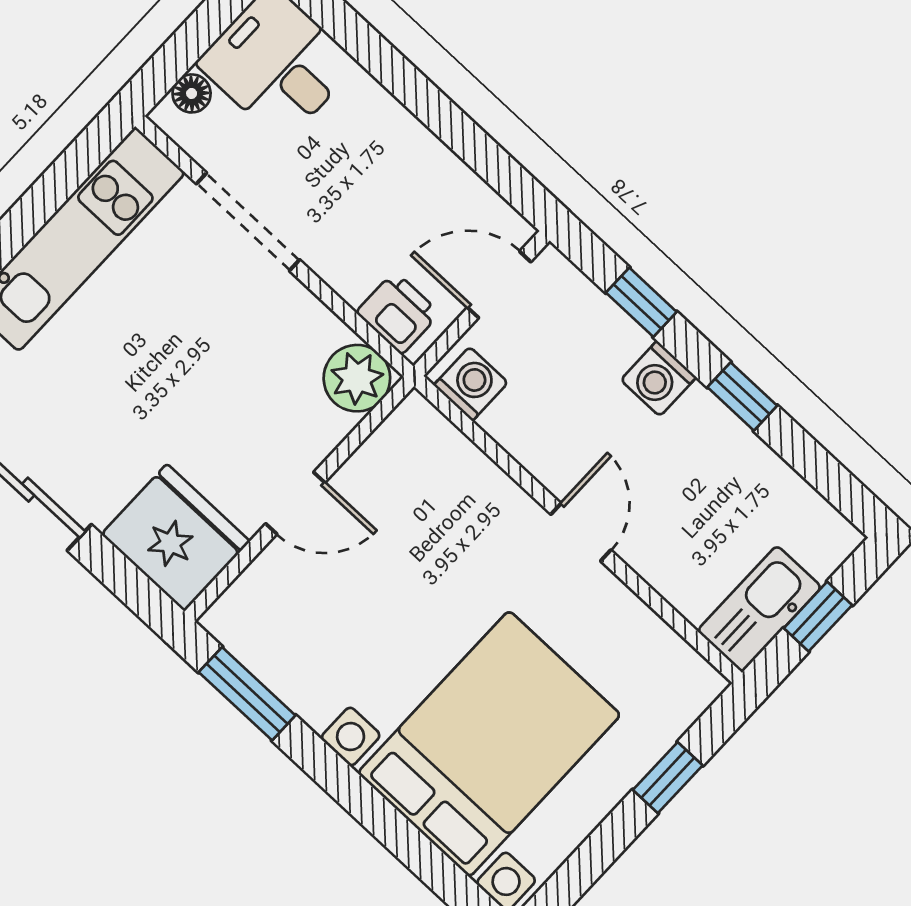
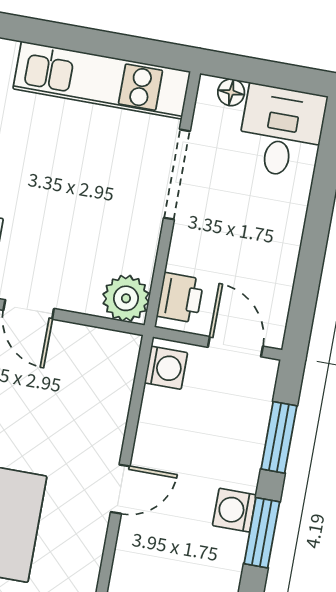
window: (641, 302) -> (279, 437), width x1.50
washing machine: (658, 379) -> (234, 510), moved
window: (742, 396) -> (262, 533), width x1.50

